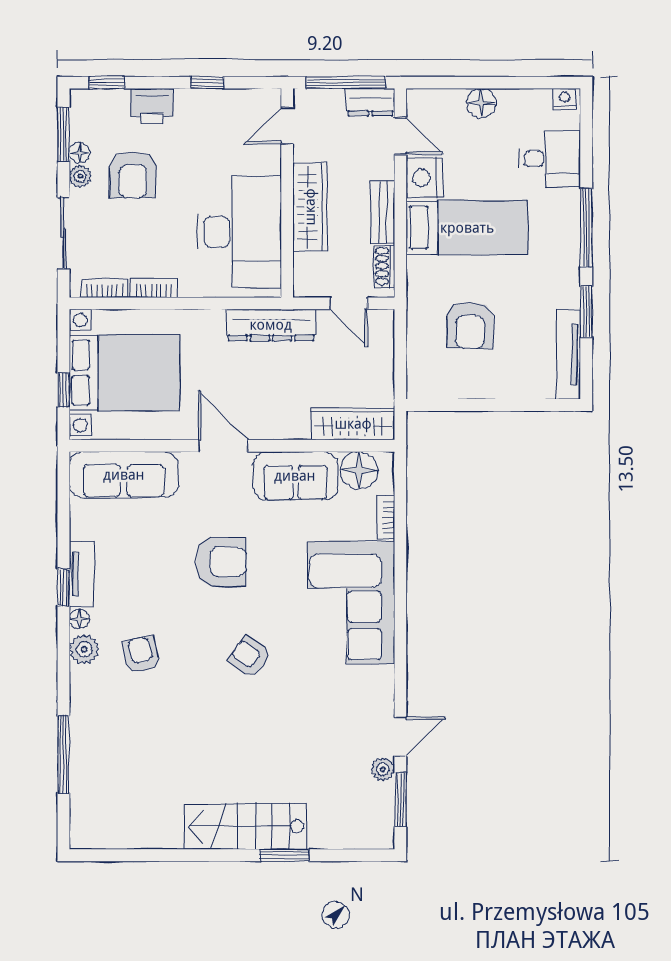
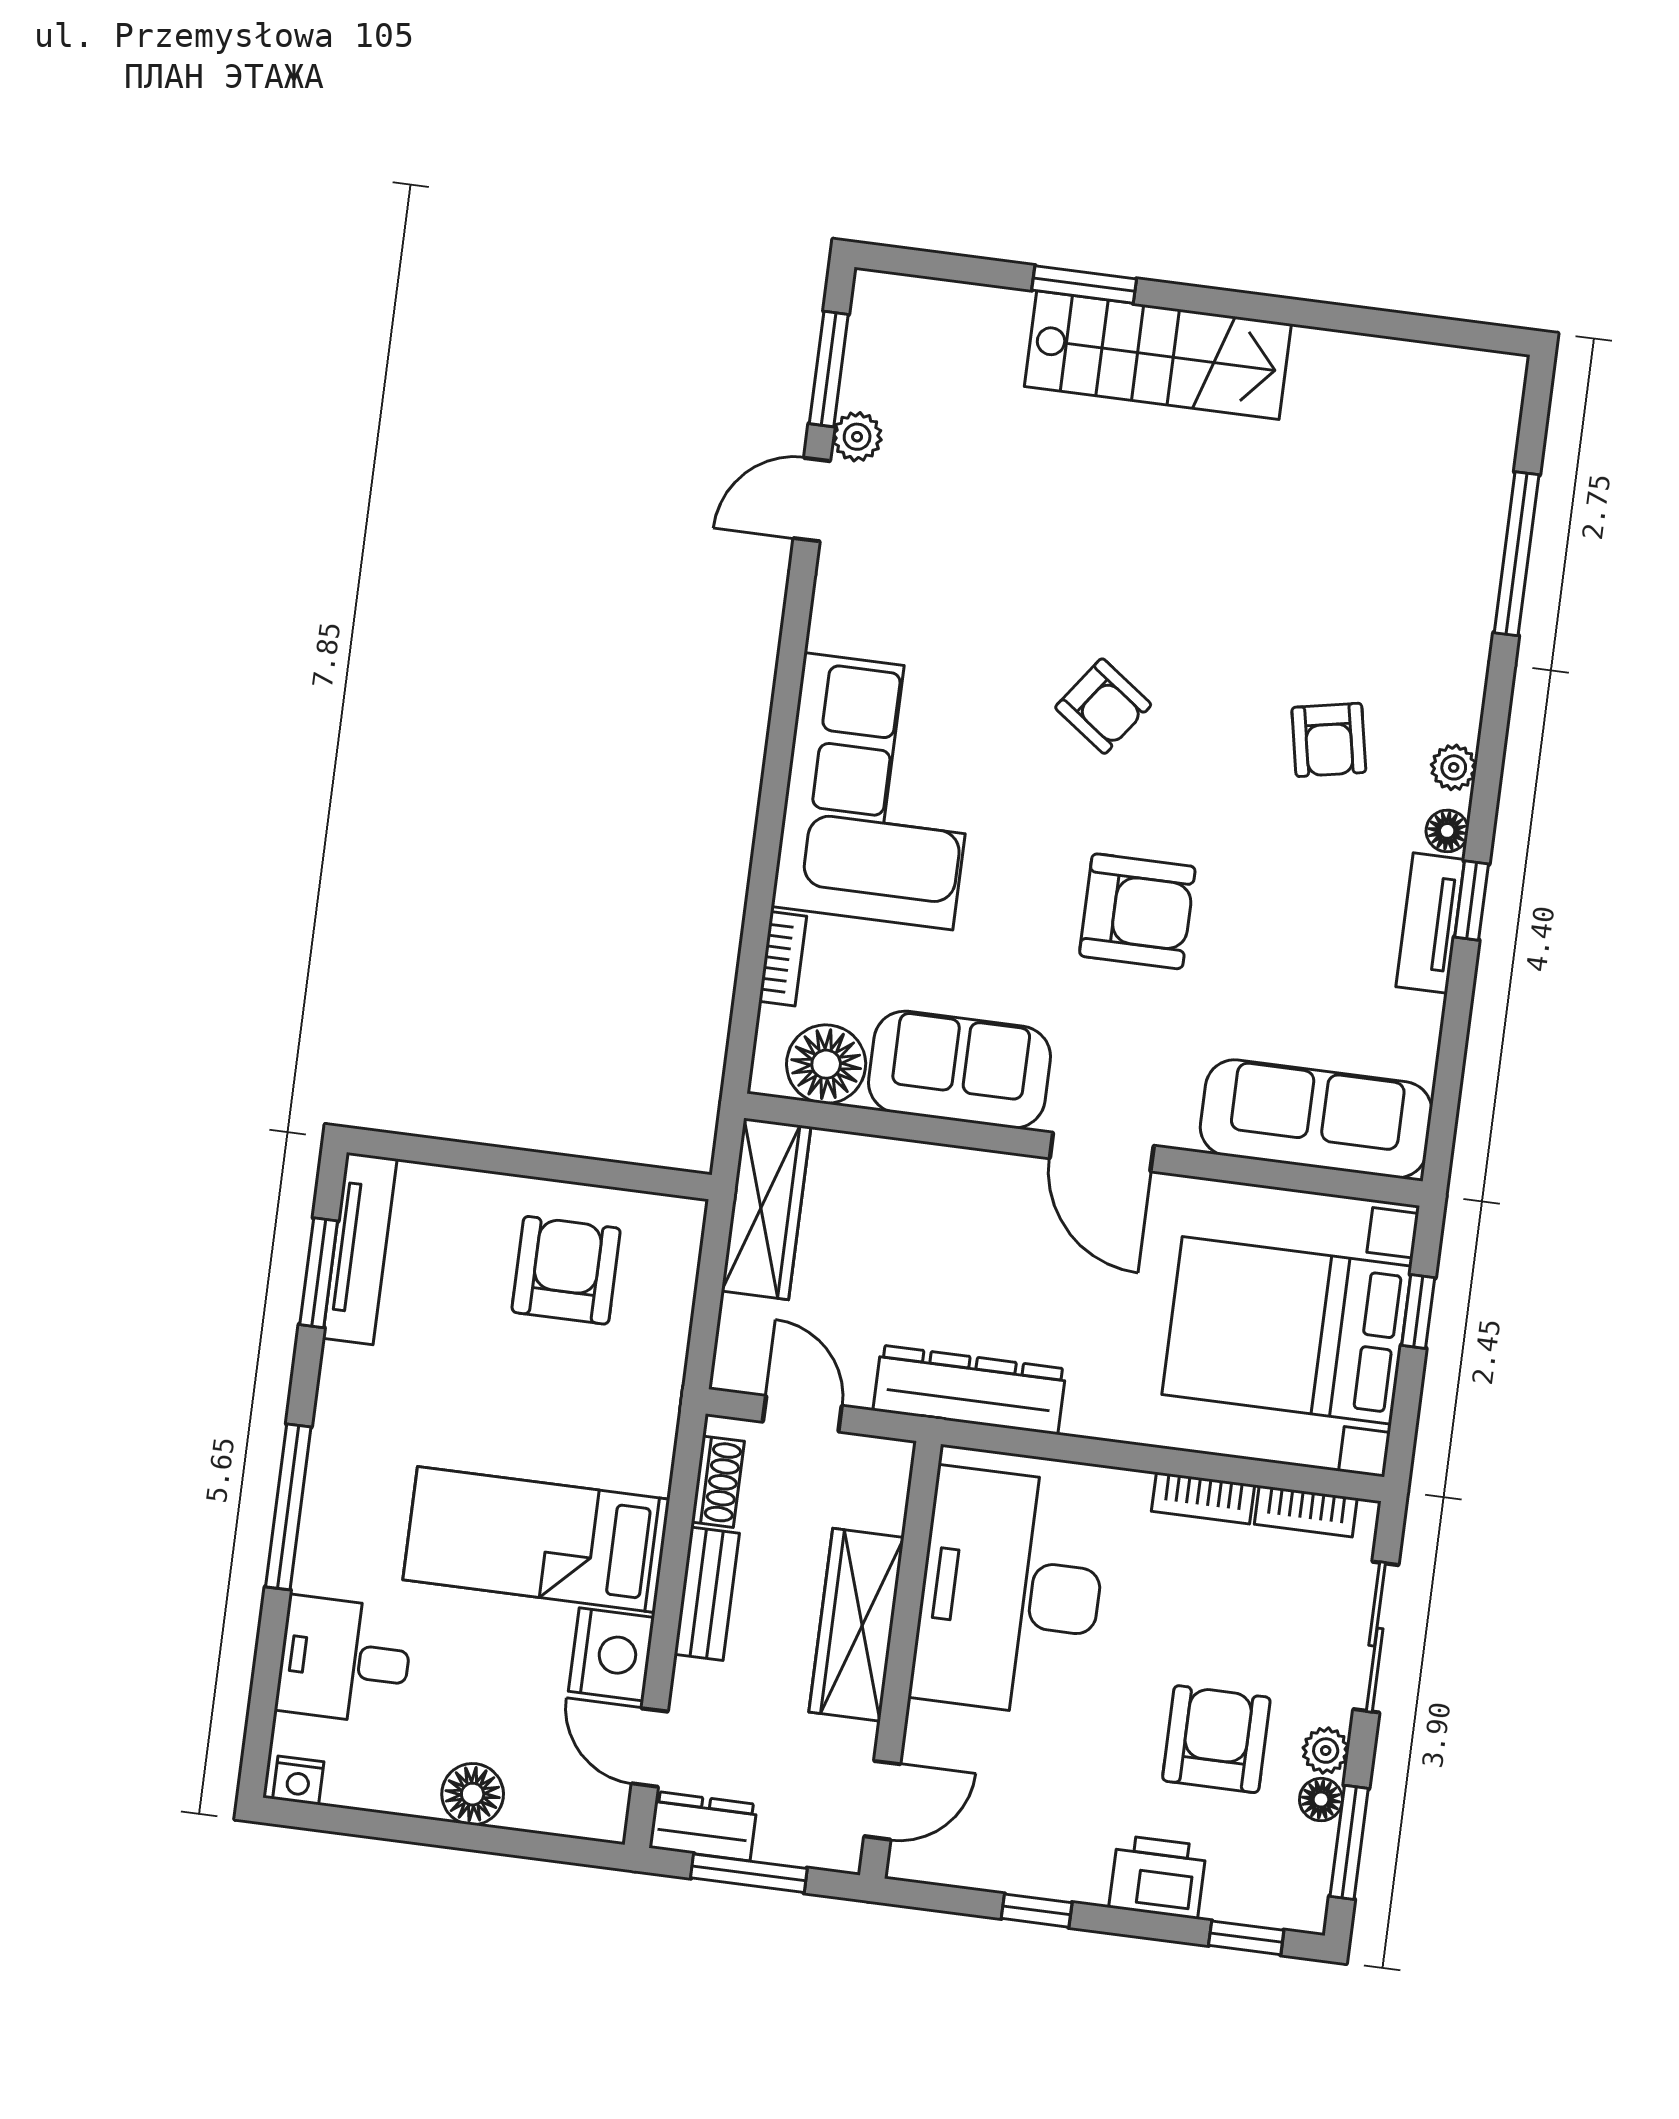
window: (346, 83) -> (749, 1873), width x0.69
window: (586, 312) -> (319, 1273), moved
armchair: (470, 325) -> (566, 1270), moved
wardrobe: (353, 424) -> (766, 1209), moved, turned -90
armchair: (221, 562) -> (1137, 911), turned 180
plant: (84, 649) -> (1454, 767), width x0.73, depth x0.73

